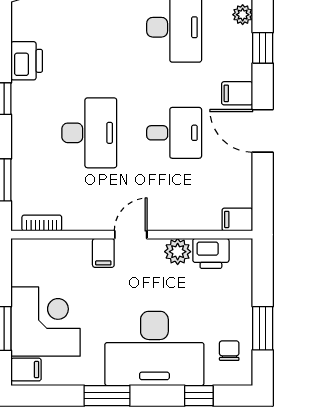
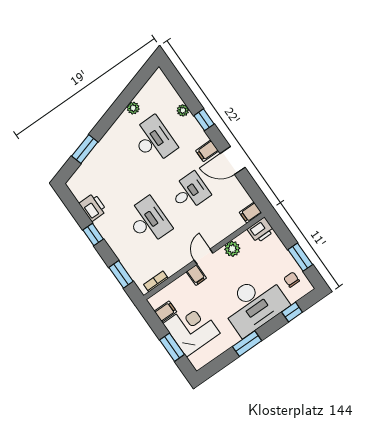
printer: (211, 253) -> (261, 230), moved
filing cabinet: (26, 370) -> (165, 311), moved

